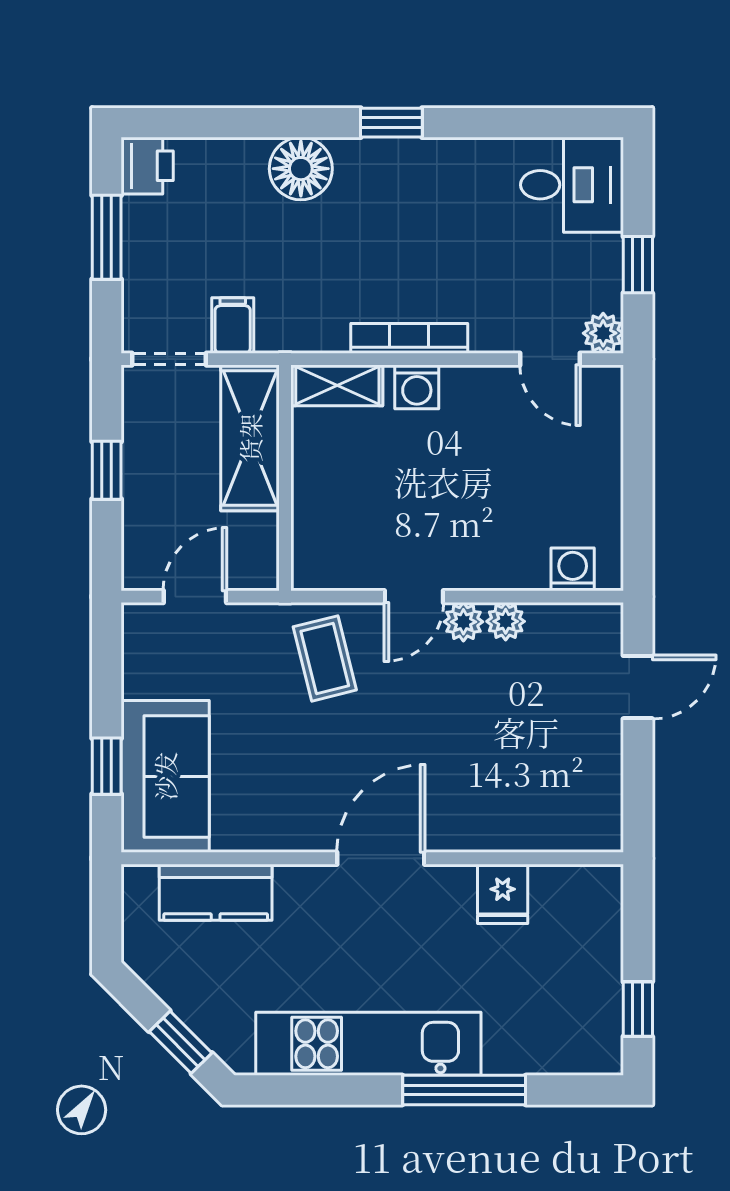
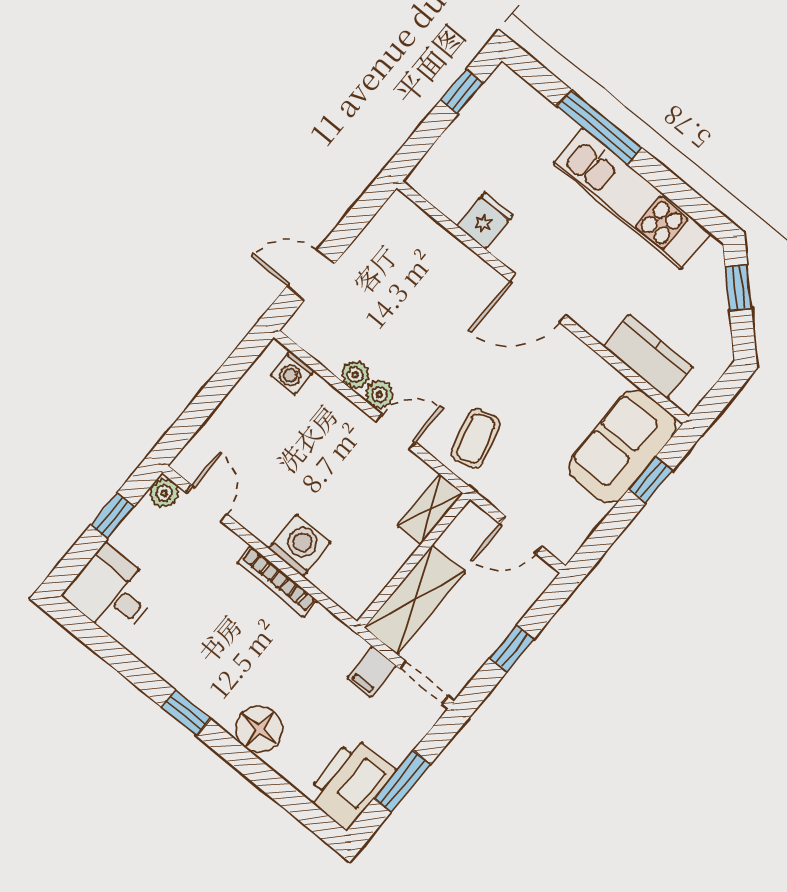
printer: (147, 166) -> (350, 783), width x1.87, depth x1.48
shelving: (337, 385) -> (430, 509), moved, turned 90
washing machine: (417, 387) -> (299, 546), width x1.38, depth x1.38

